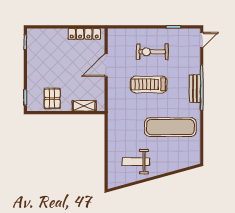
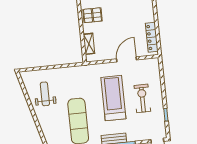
door: (106, 65) -> (126, 59), hinge flipped
treadmill: (149, 84) -> (113, 98), width x1.37, depth x1.38

